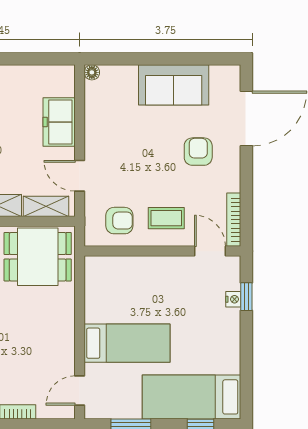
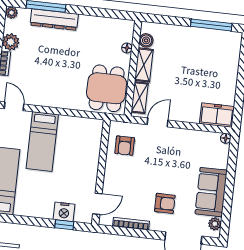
plant: (220, 74) -> (215, 224), added
freezer: (59, 122) -> (217, 115), moved
coffee table: (166, 218) -> (123, 177), removed
bookcase: (234, 220) -> (131, 224), moved
nightstand: (233, 299) -> (64, 212), width x1.89, depth x1.79

